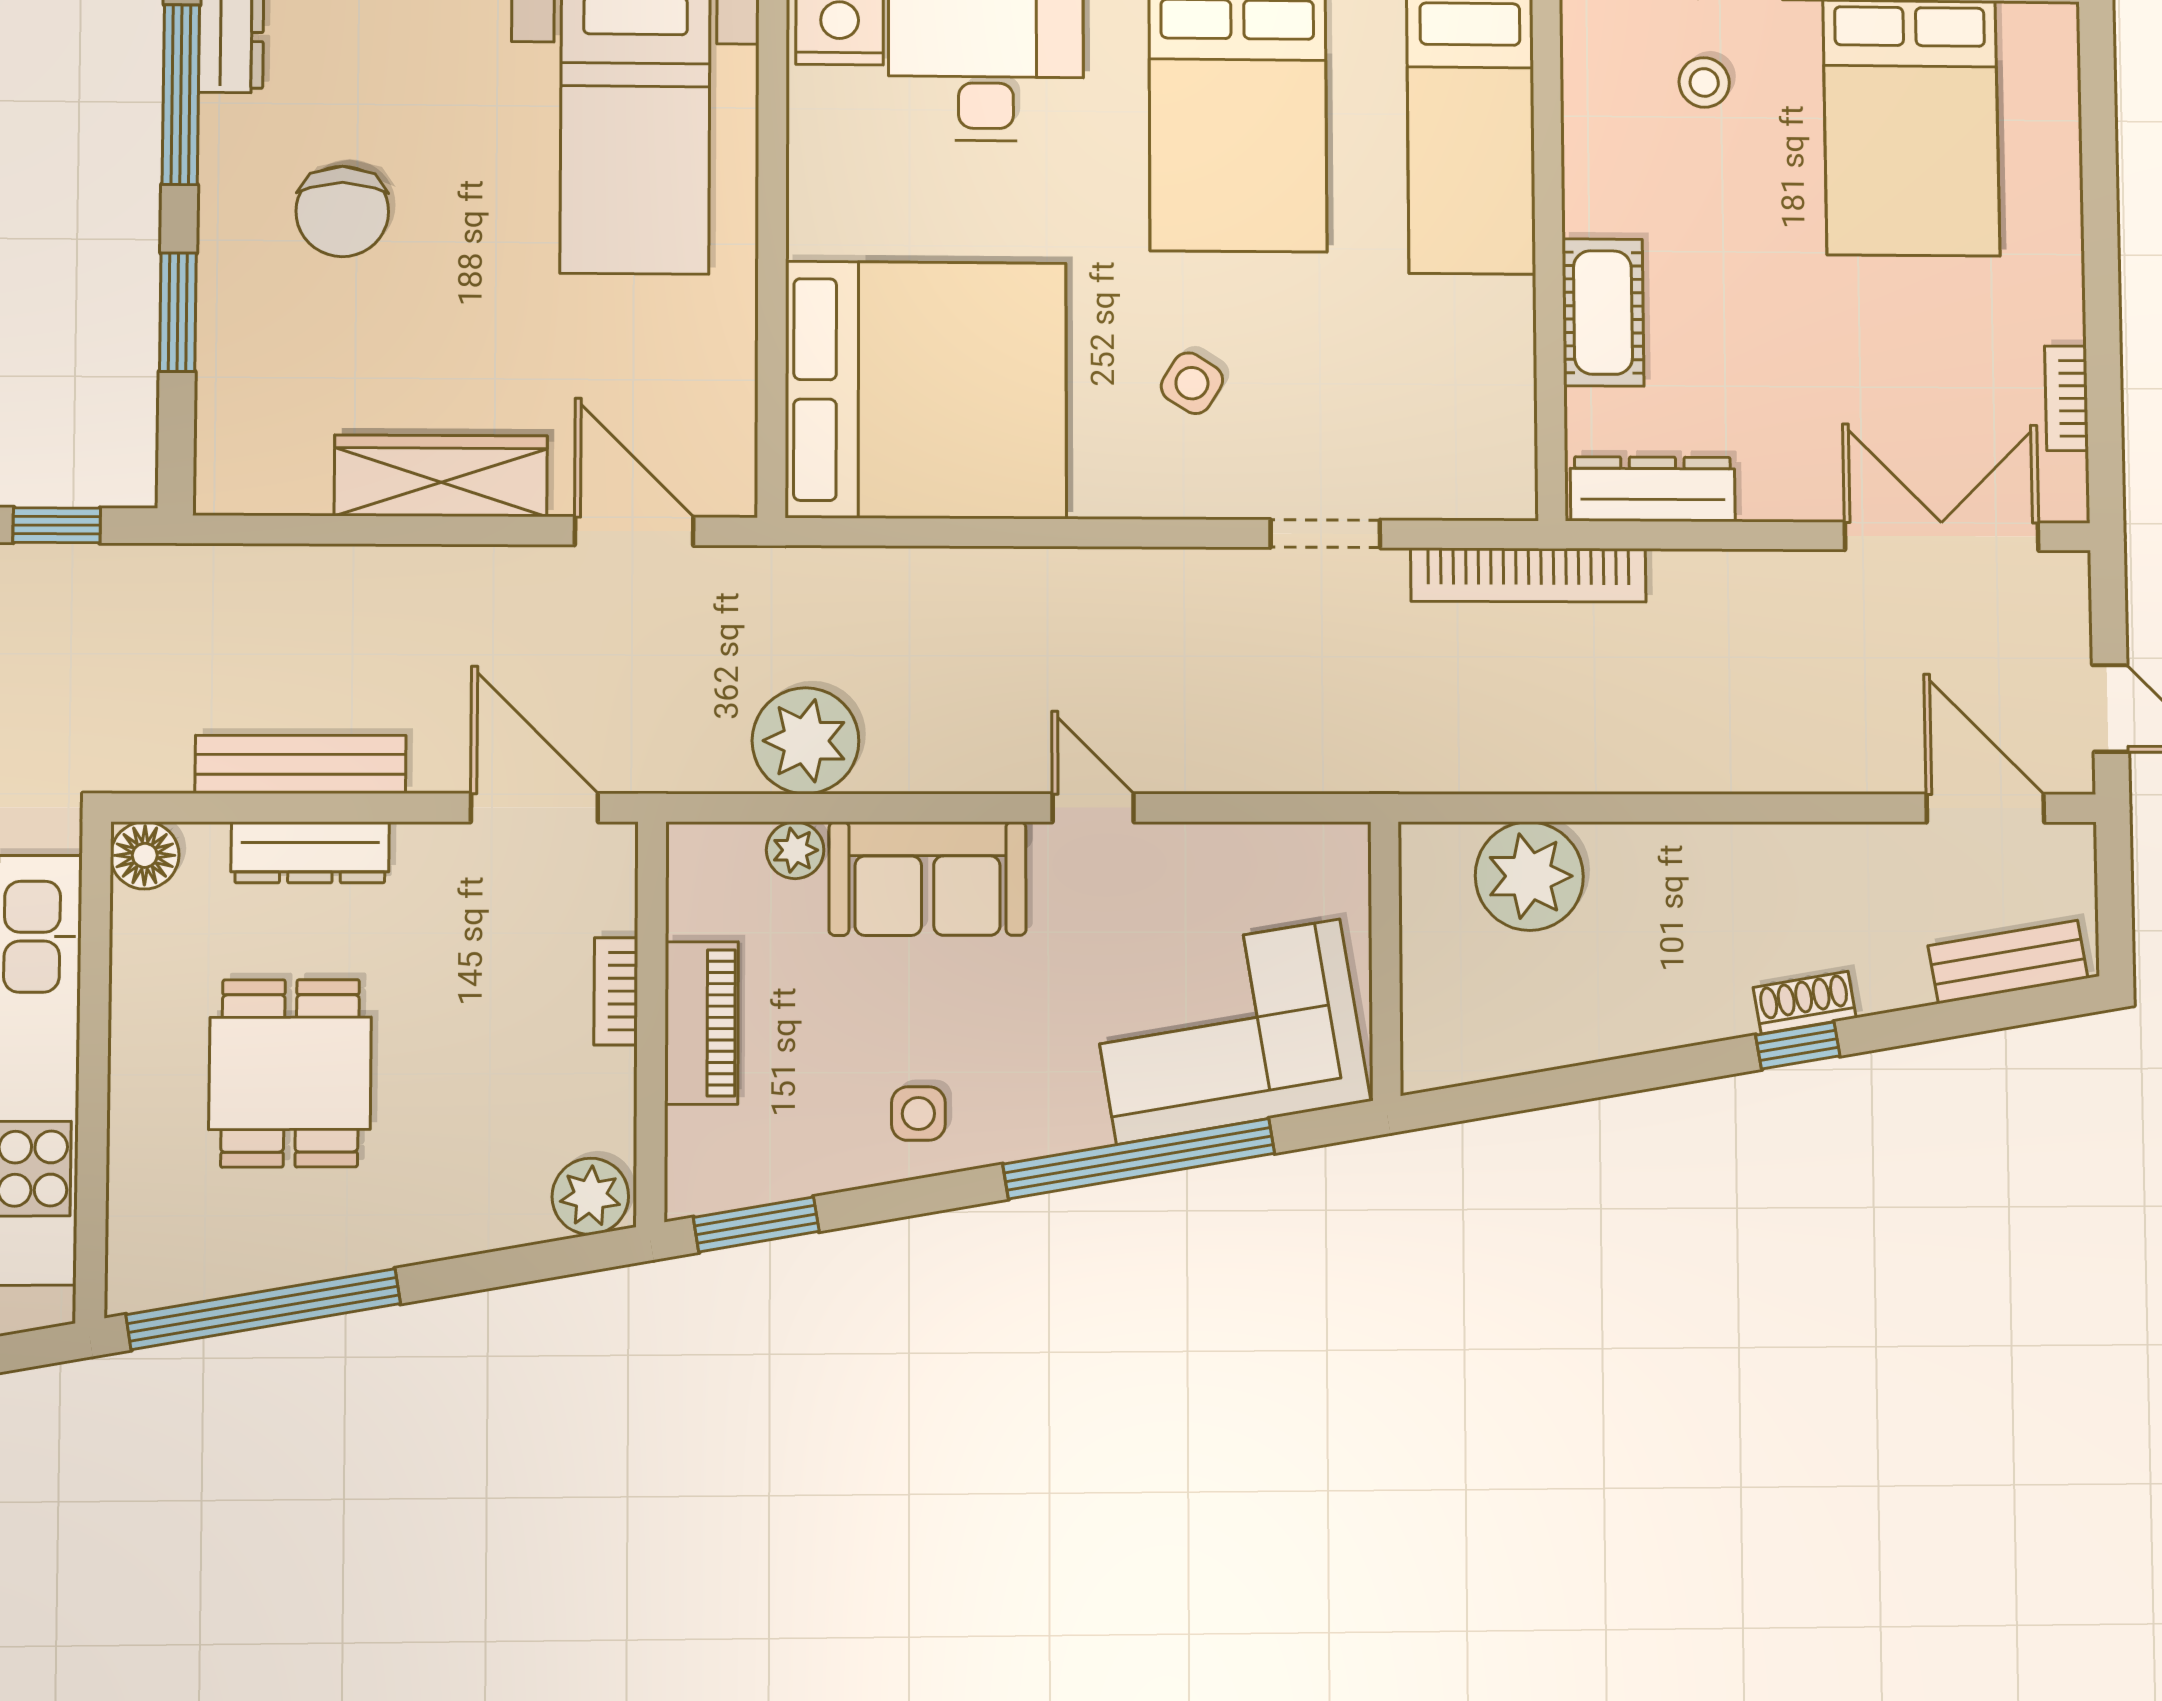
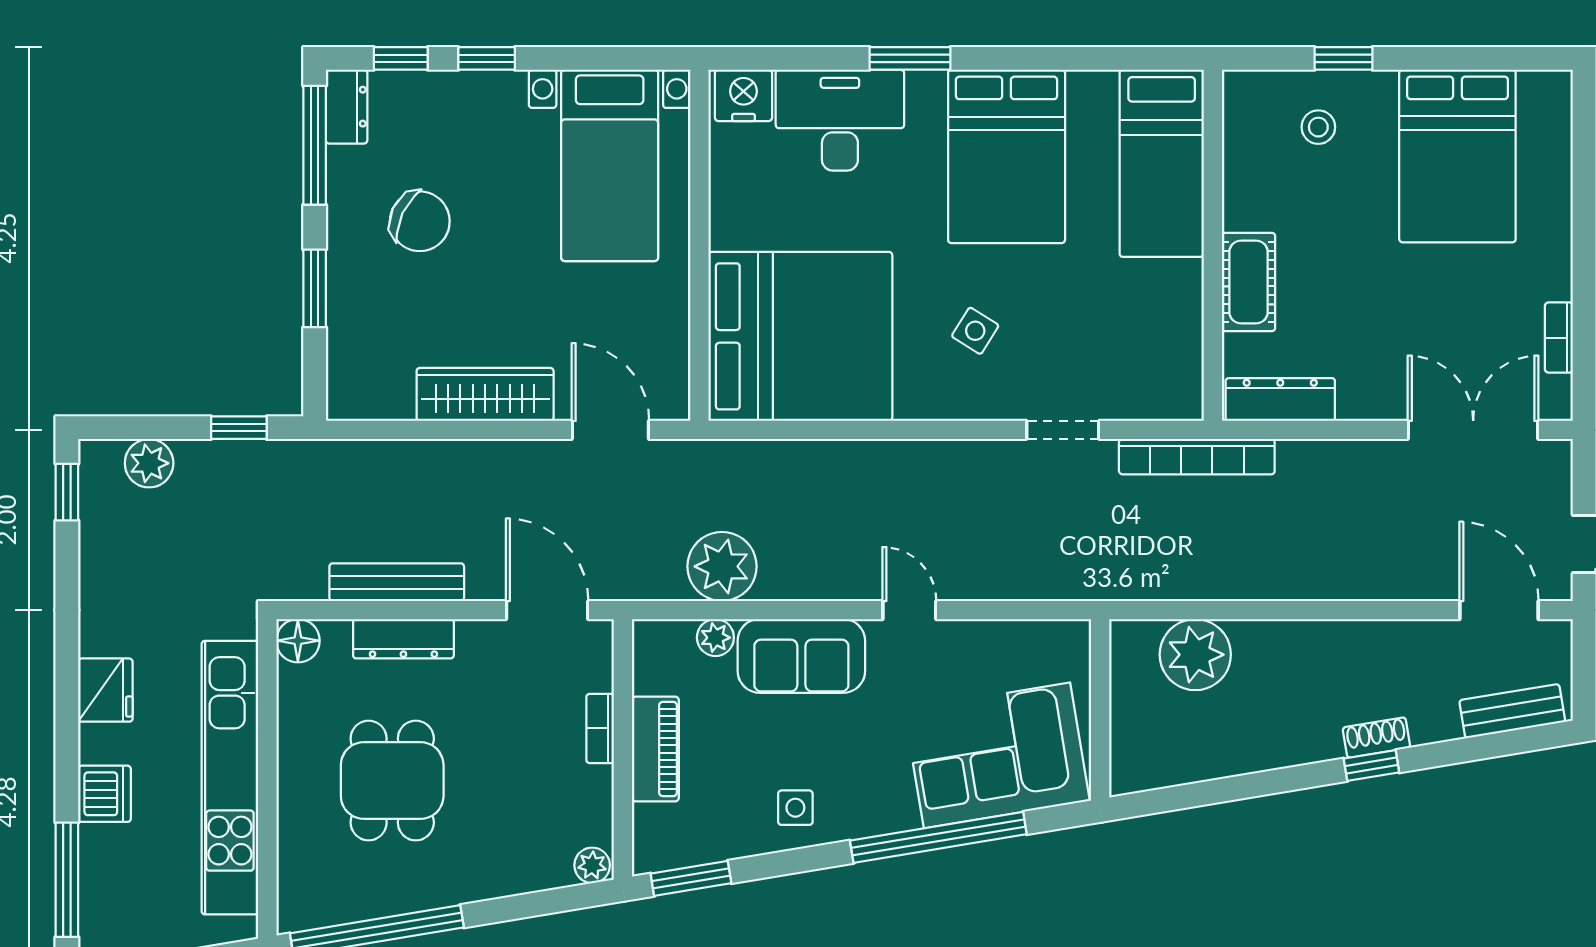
chair: (342, 211) -> (420, 221), turned -65
plant: (590, 1196) -> (592, 865), width x0.73, depth x0.73

